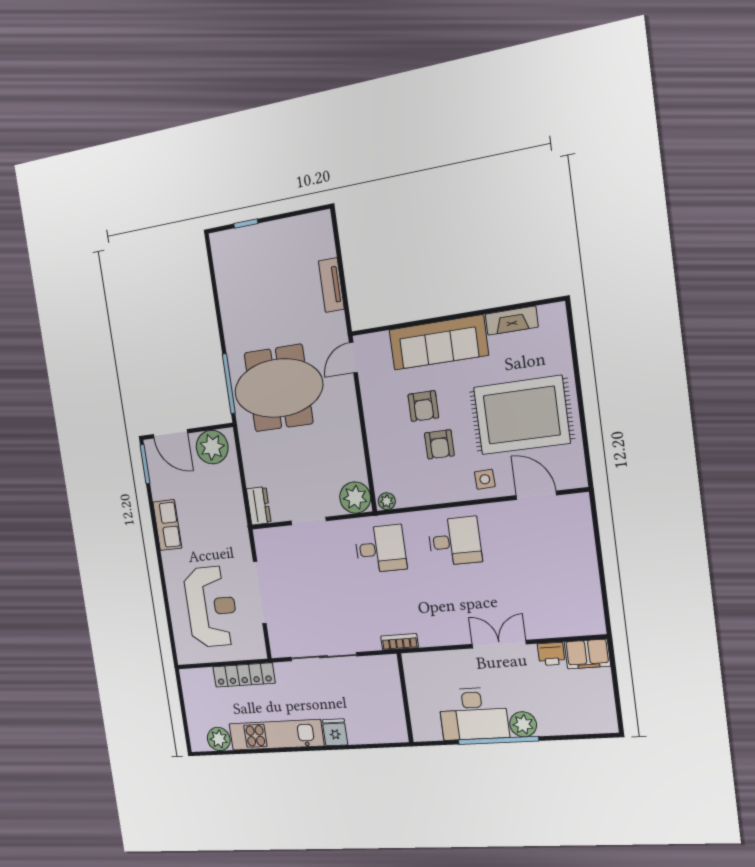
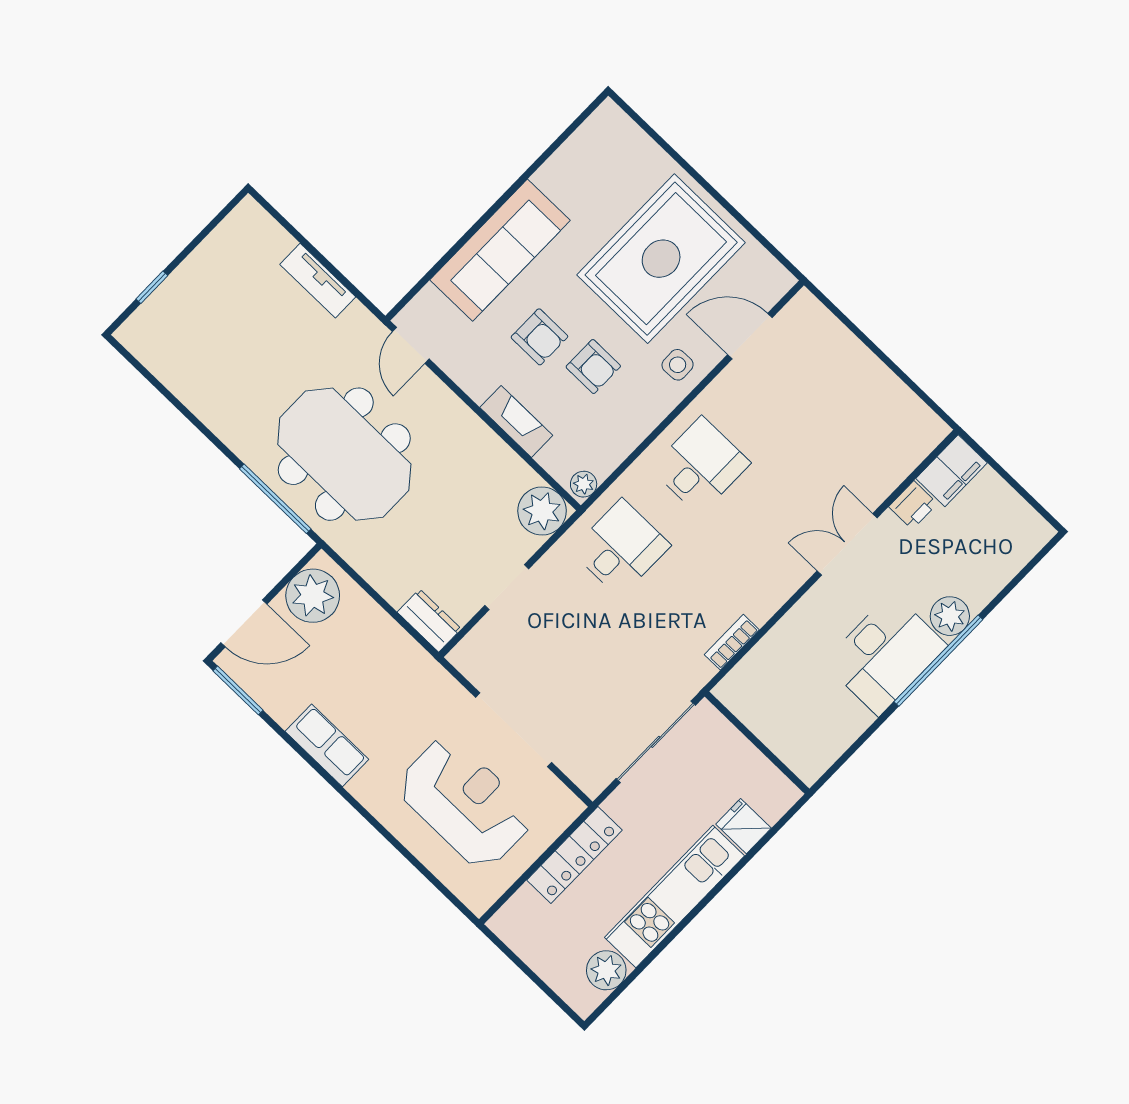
fireplace: (512, 321) -> (516, 421), moved, turned -90
meeting table: (279, 388) -> (344, 454), turned 90
wall: (405, 698) -> (757, 743), moved

